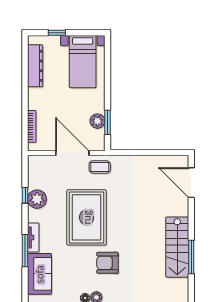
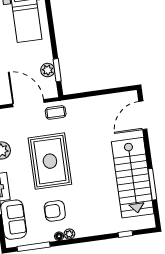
door: (191, 183) -> (143, 115), hinge flipped
stairs: (177, 247) -> (133, 178), width x1.36, depth x1.51
armchair: (107, 263) -> (55, 211), moved

